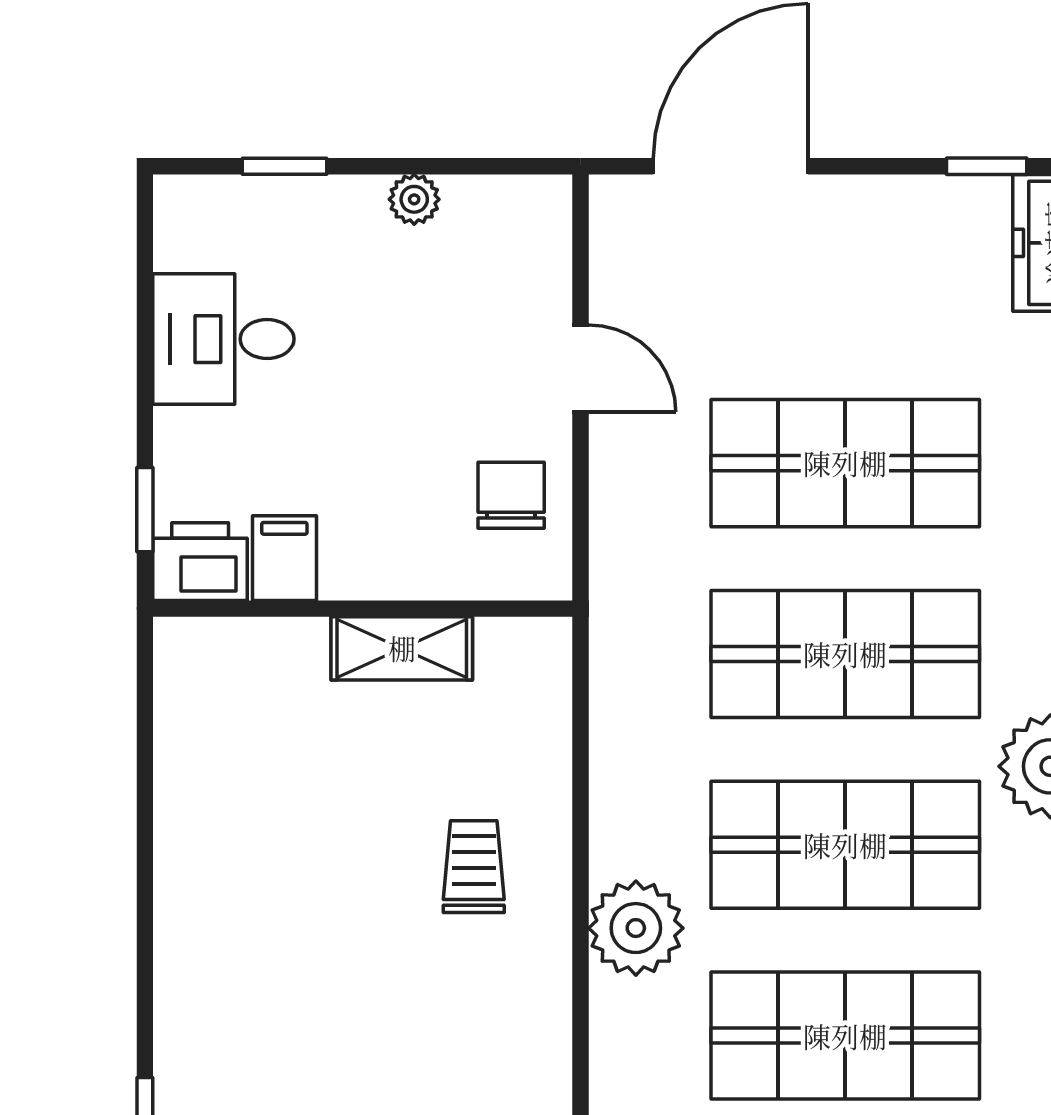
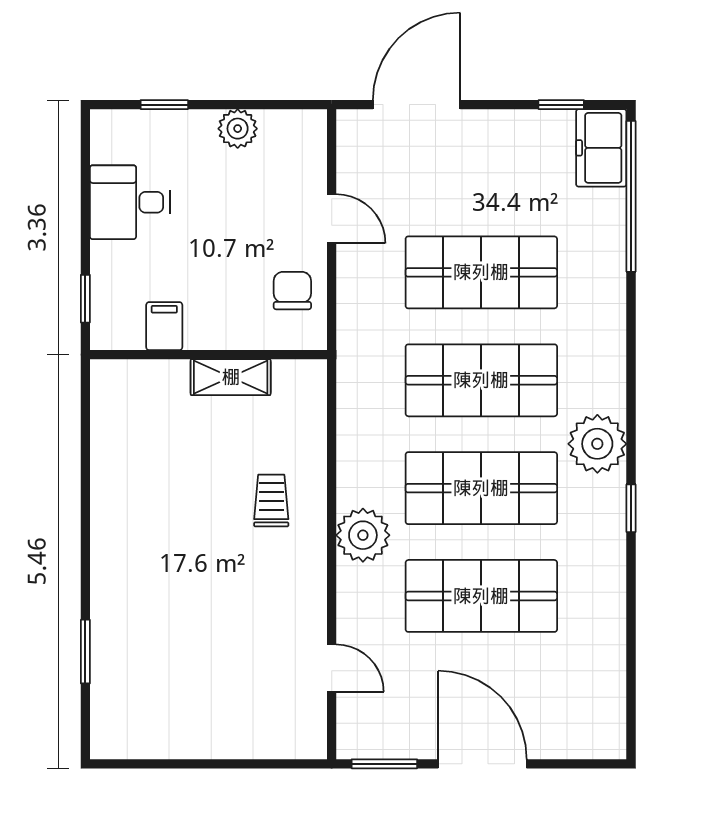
plant: (414, 199) -> (238, 129), width x1.38, depth x1.38
printer: (200, 562) -> (117, 328), removed

